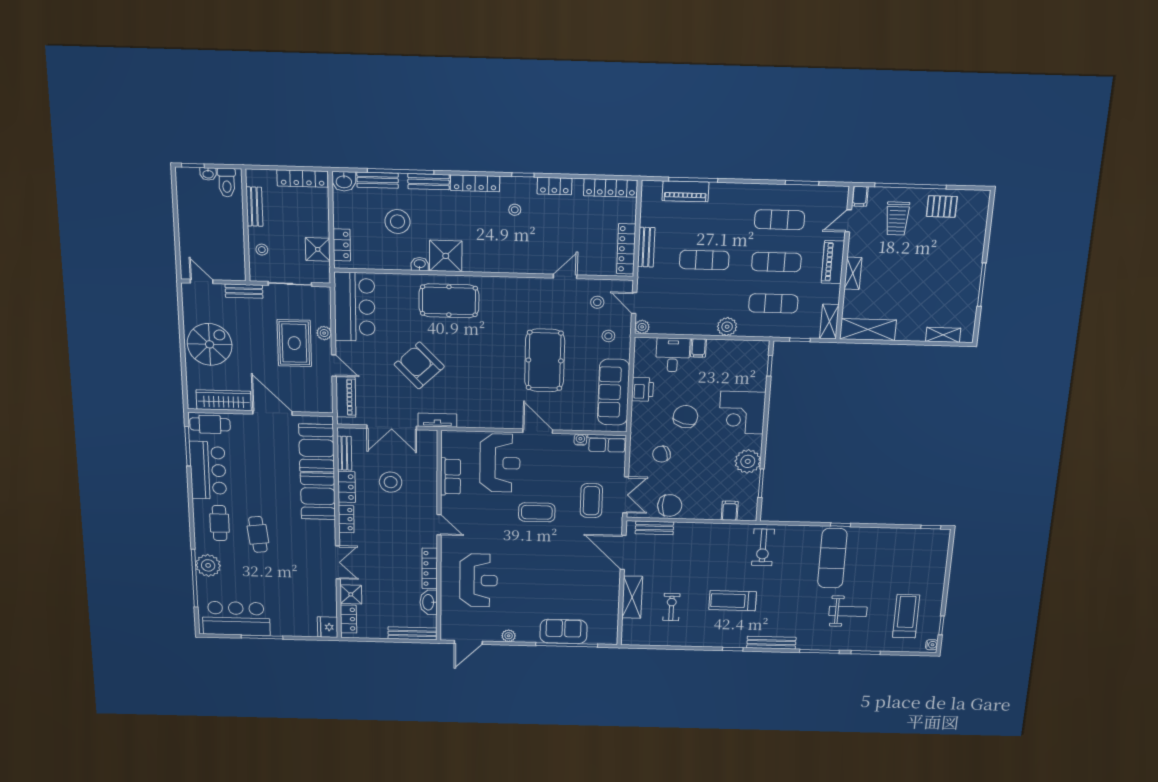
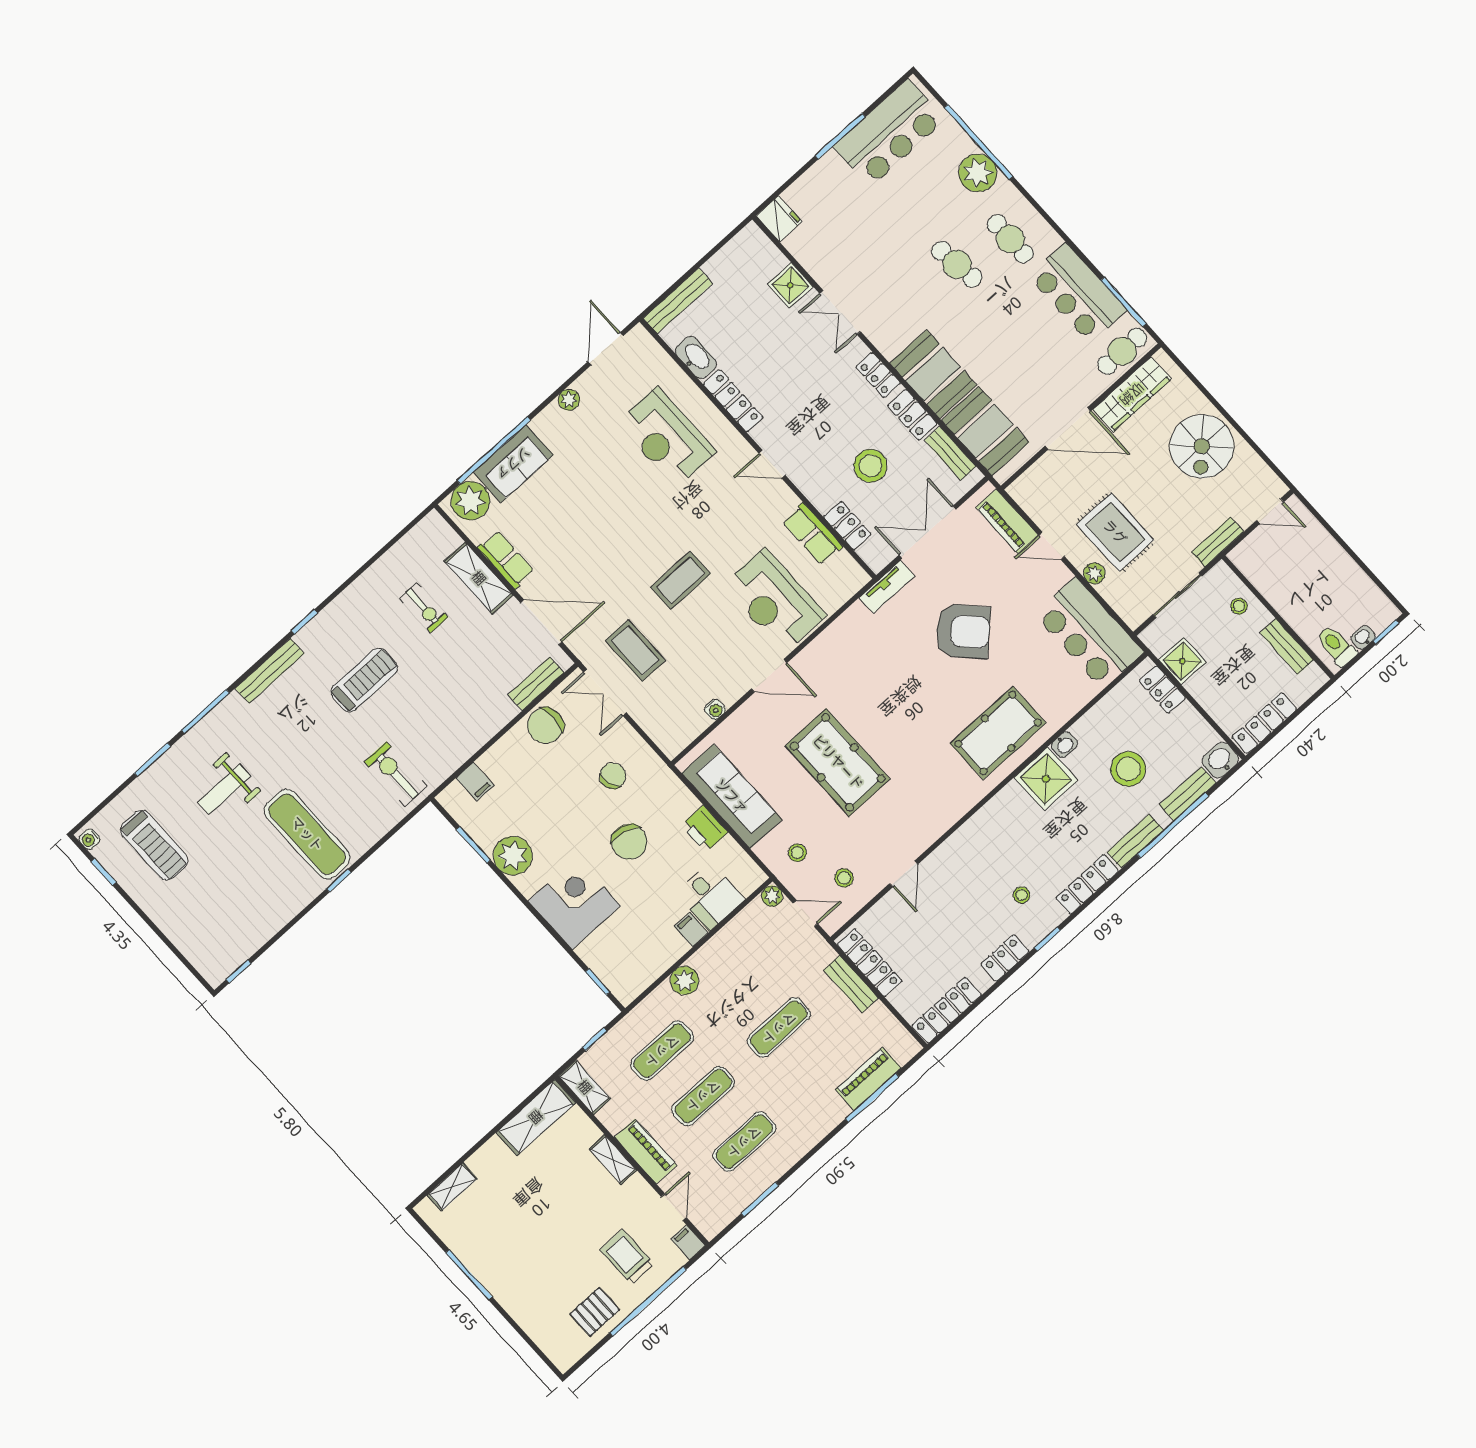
row of seats: (607, 443) -> (506, 560), moved, turned 90
locker: (349, 619) -> (847, 526), moved, turned 180
plant: (601, 633) -> (470, 501), added

